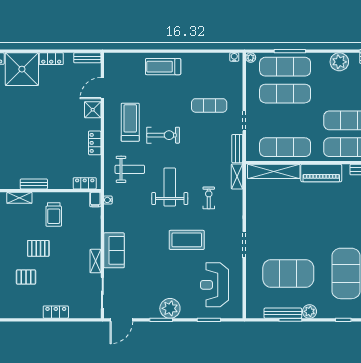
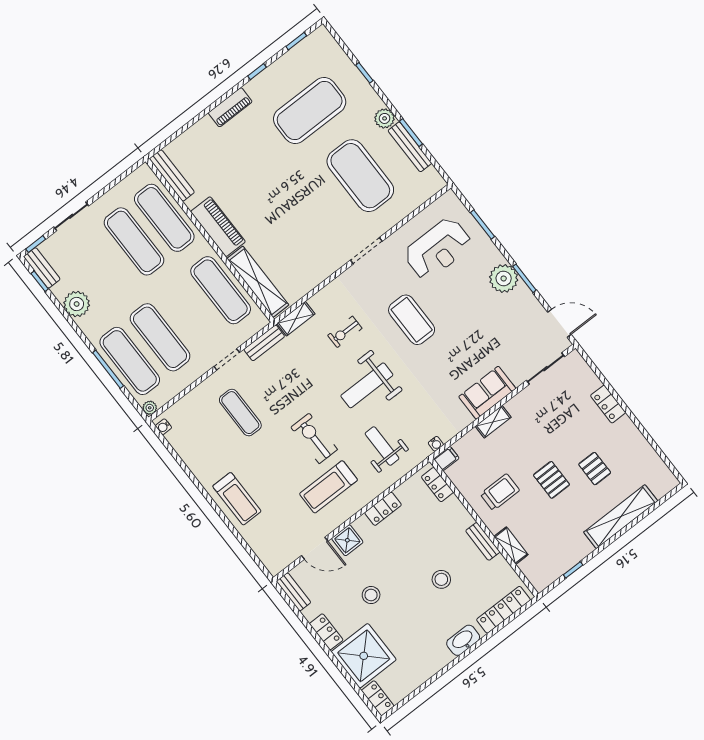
stool: (52, 99) -> (371, 595), added
stool: (31, 145) -> (441, 579), added
shelving: (95, 261) -> (493, 422), moved

